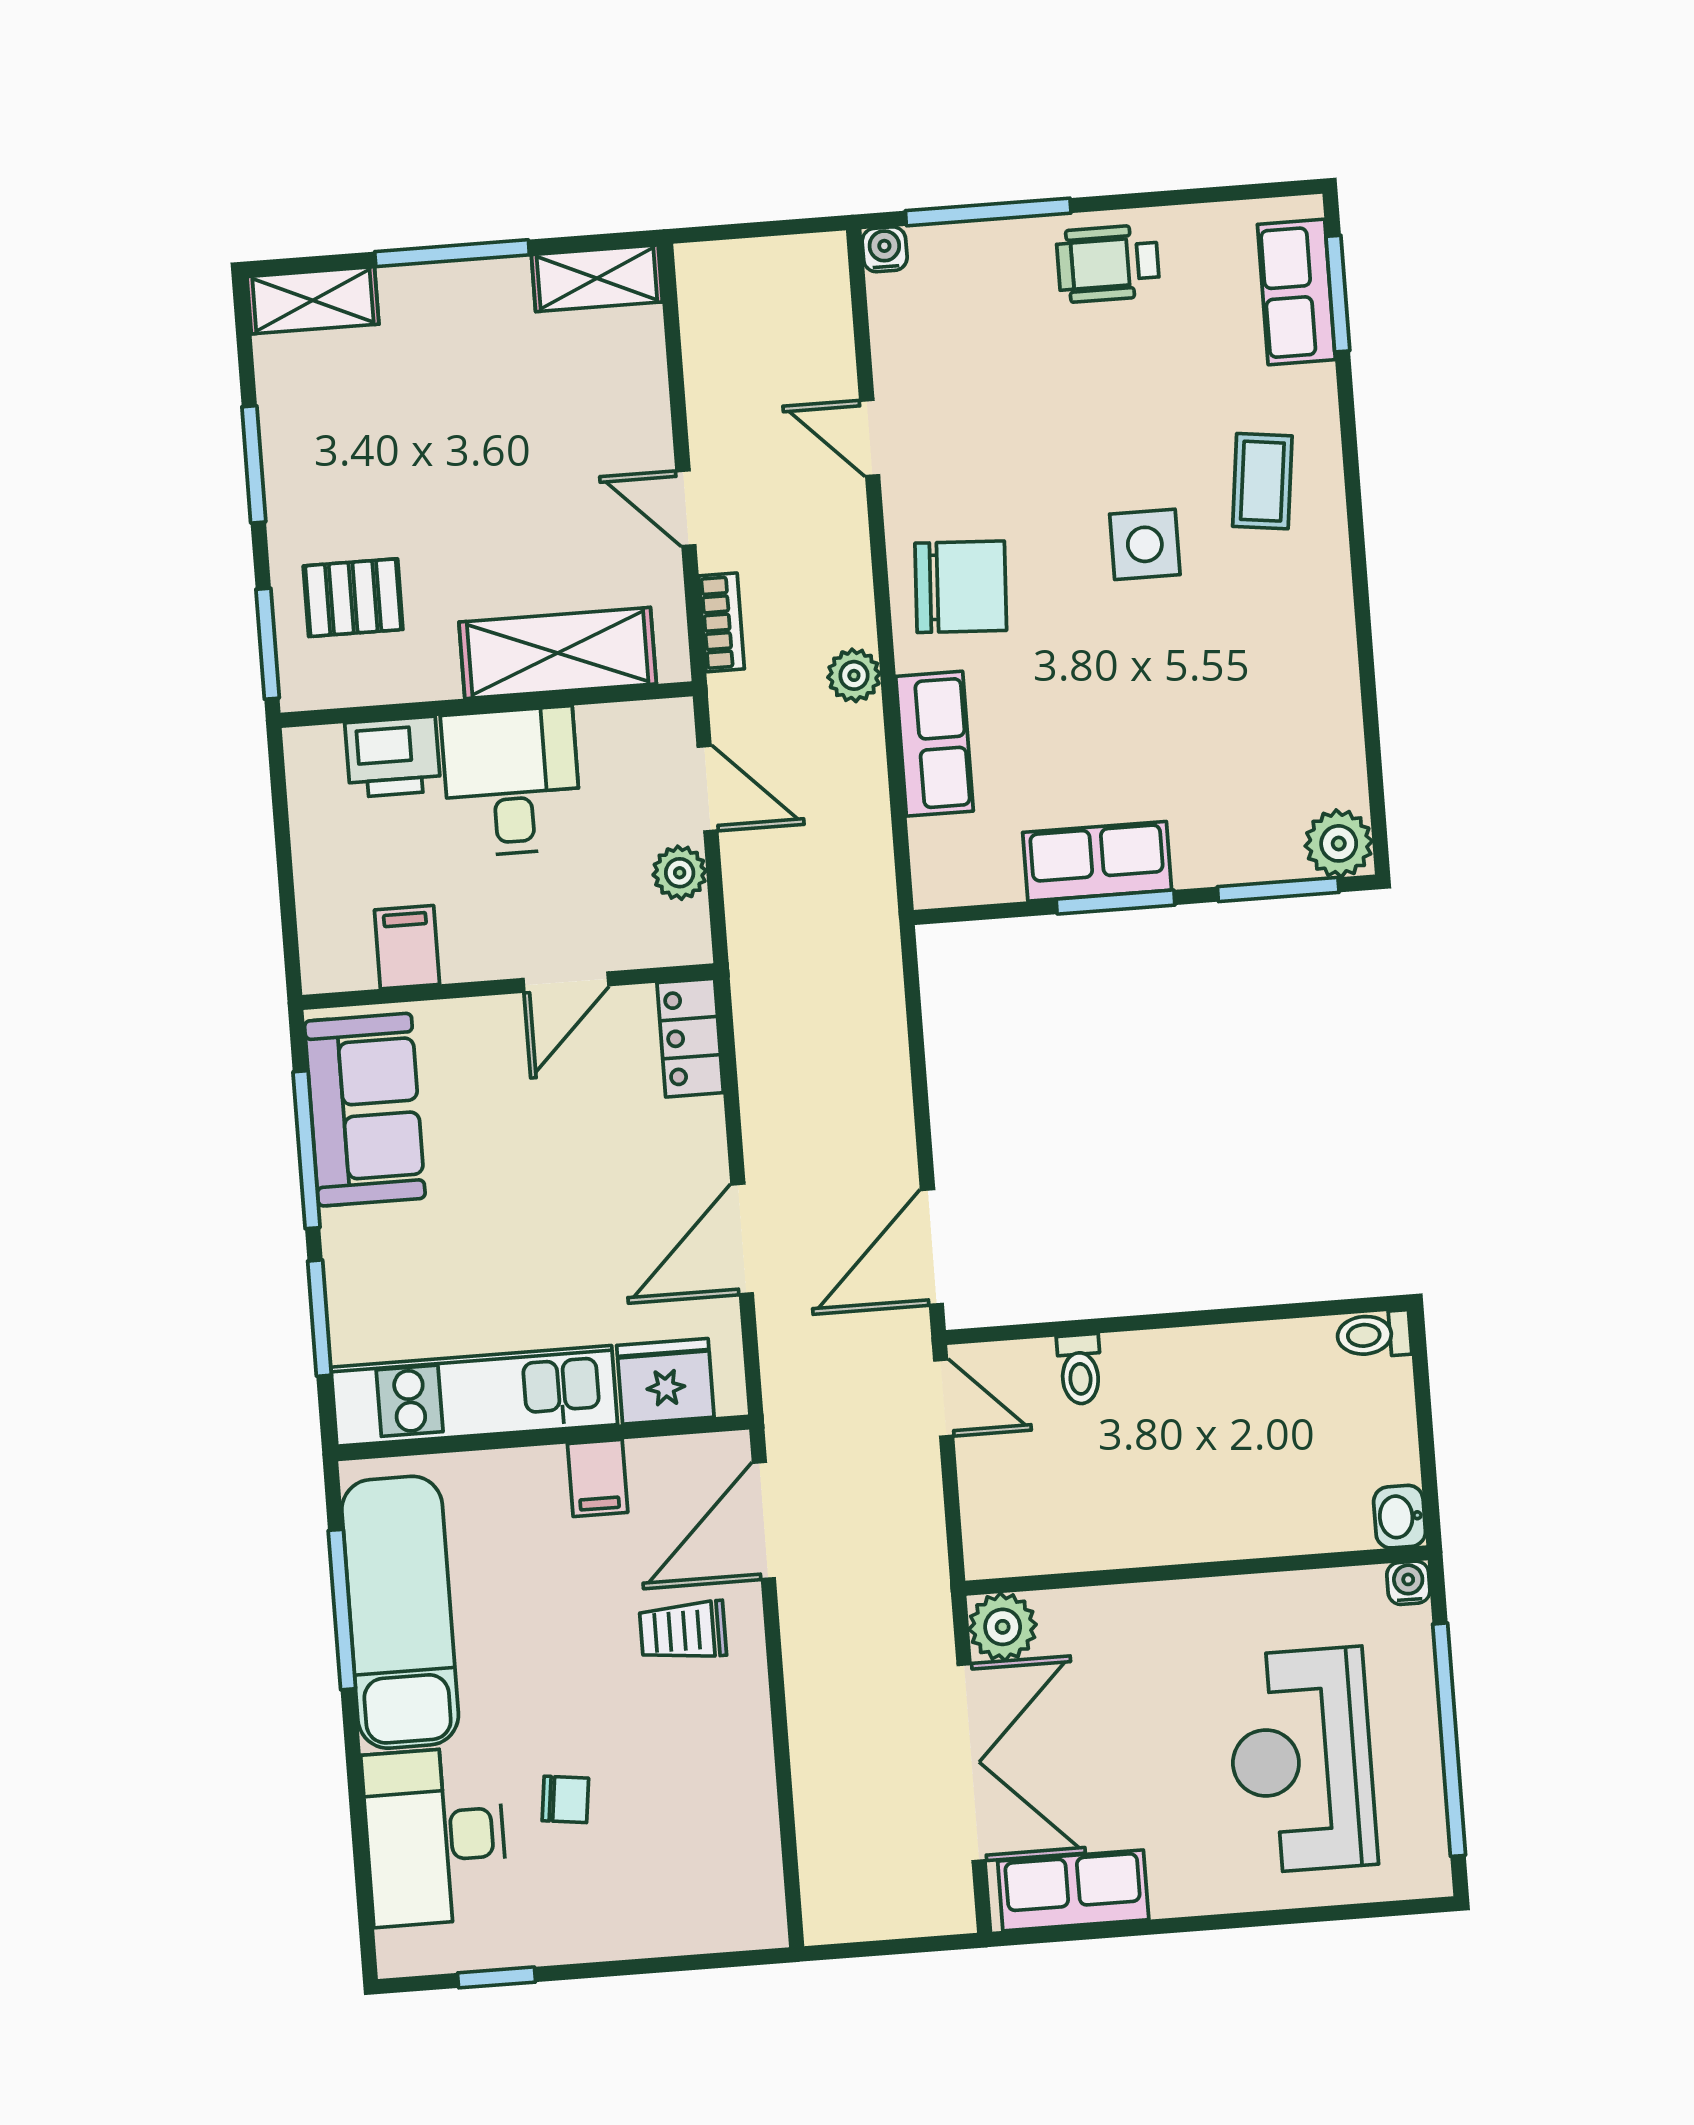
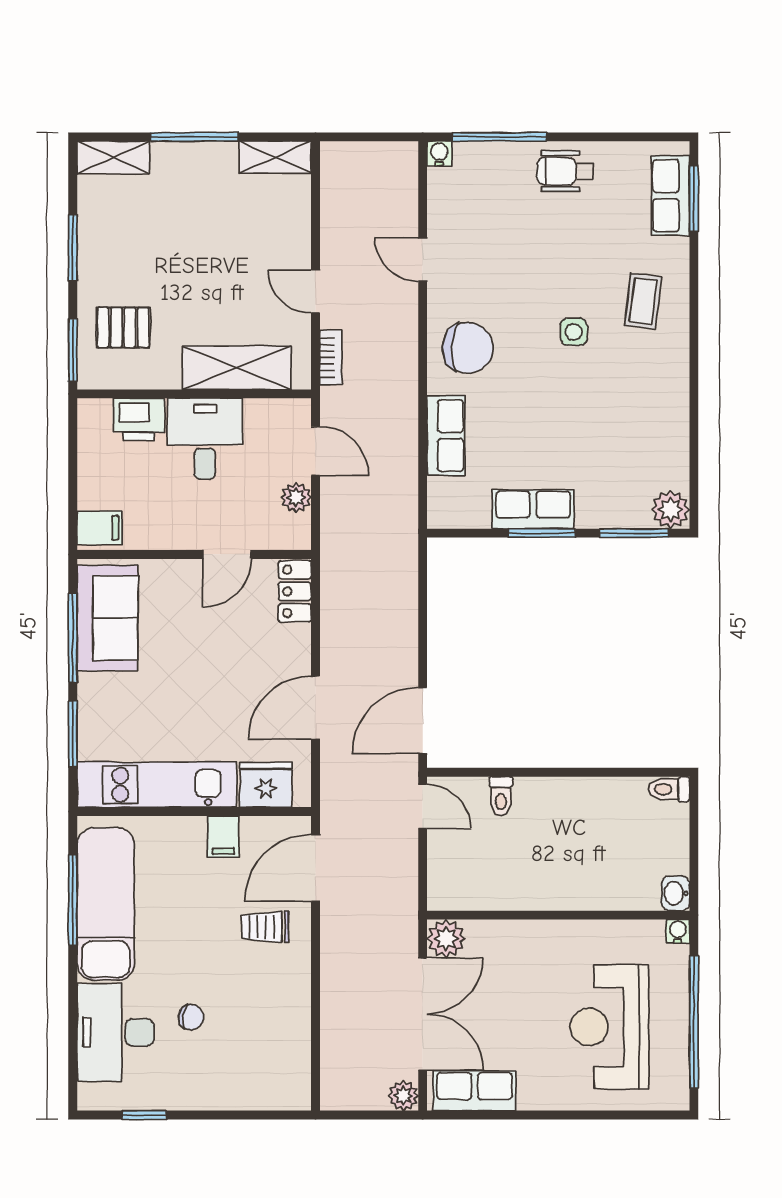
side table: (1145, 544) -> (574, 332), width x0.73, depth x0.73
plant: (854, 675) -> (403, 1096), moved
filing cabinet: (407, 947) -> (100, 528), moved, turned 90

